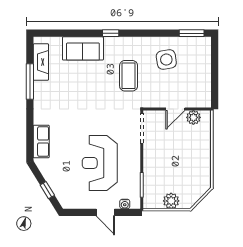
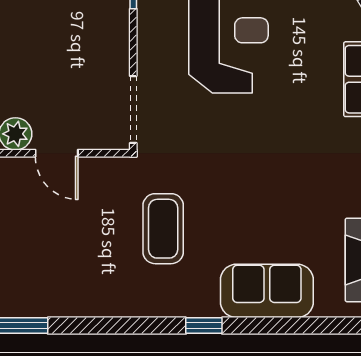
side table: (166, 60) -> (77, 266), removed
door: (175, 109) -> (57, 153), swing flipped

